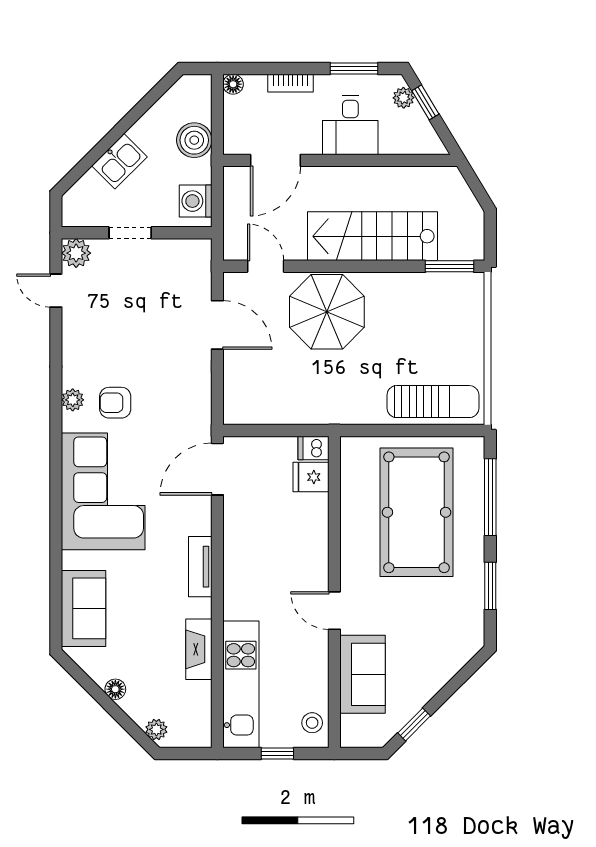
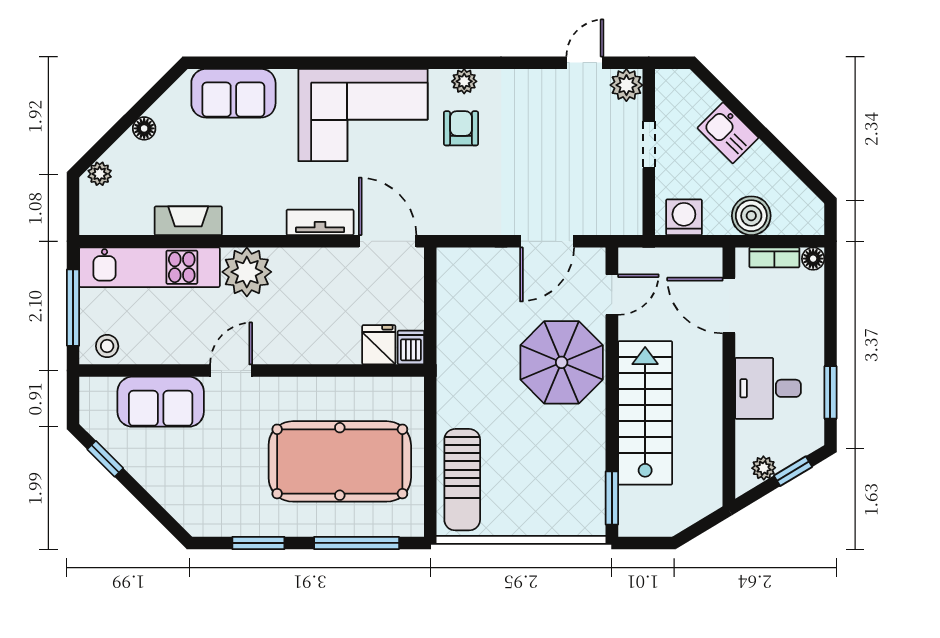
bookcase: (291, 83) -> (774, 257), moved, turned -90
plant: (404, 98) -> (764, 468), moved
tv unit: (200, 567) -> (320, 222), moved
plant: (245, 596) -> (247, 272), added
window: (277, 754) -> (73, 308), width x2.17

